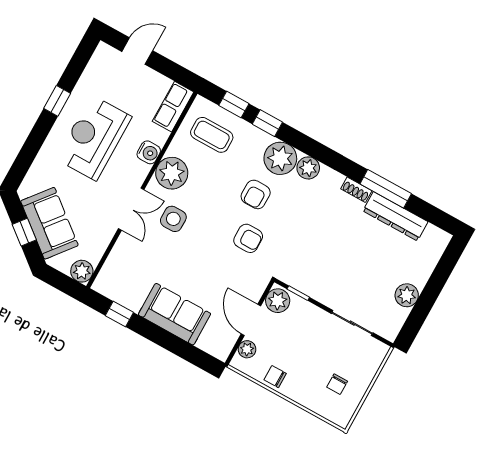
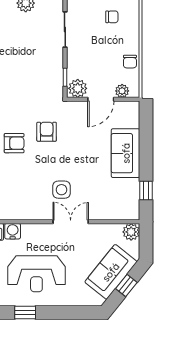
water cooler: (149, 152) -> (13, 231), moved
plant: (172, 173) -> (31, 208), removed

